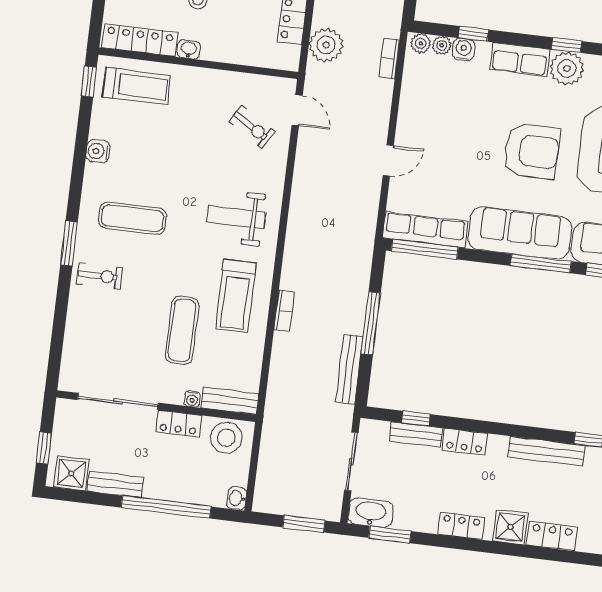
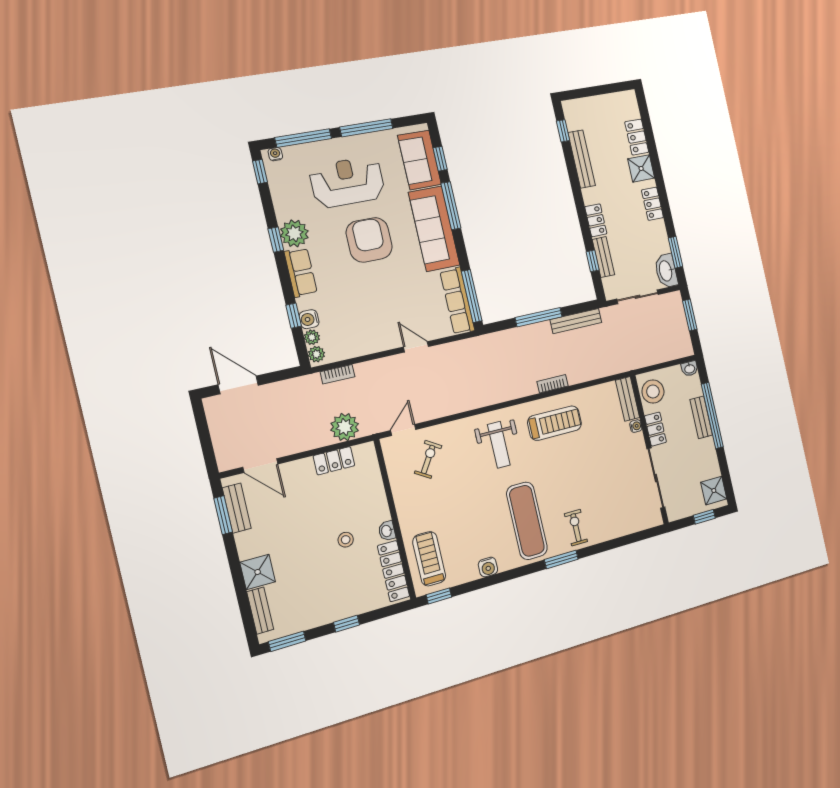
exercise mat: (133, 218) -> (527, 521), width x1.36, depth x1.45
exercise mat: (182, 330) -> (592, 452), removed
bench: (115, 484) -> (701, 417), moved

